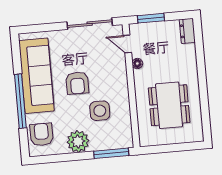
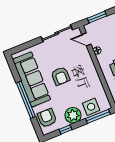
side table: (100, 111) -> (91, 107), moved
window: (62, 158) -> (66, 129), added

